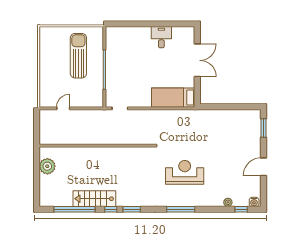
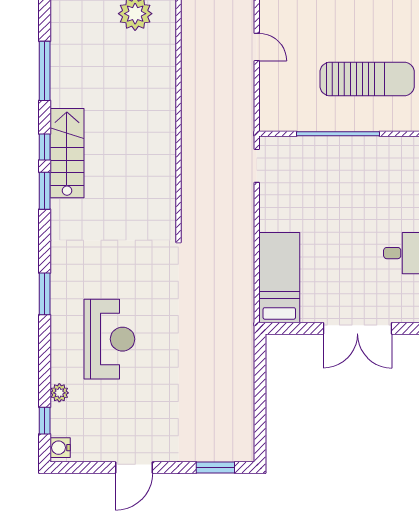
door: (263, 167) -> (134, 468), swing flipped
reception desk: (185, 172) -> (109, 339), moved
stairs: (94, 199) -> (67, 153), moved
window: (75, 209) -> (45, 71), width x0.68
window: (181, 209) -> (45, 294), width x0.69

